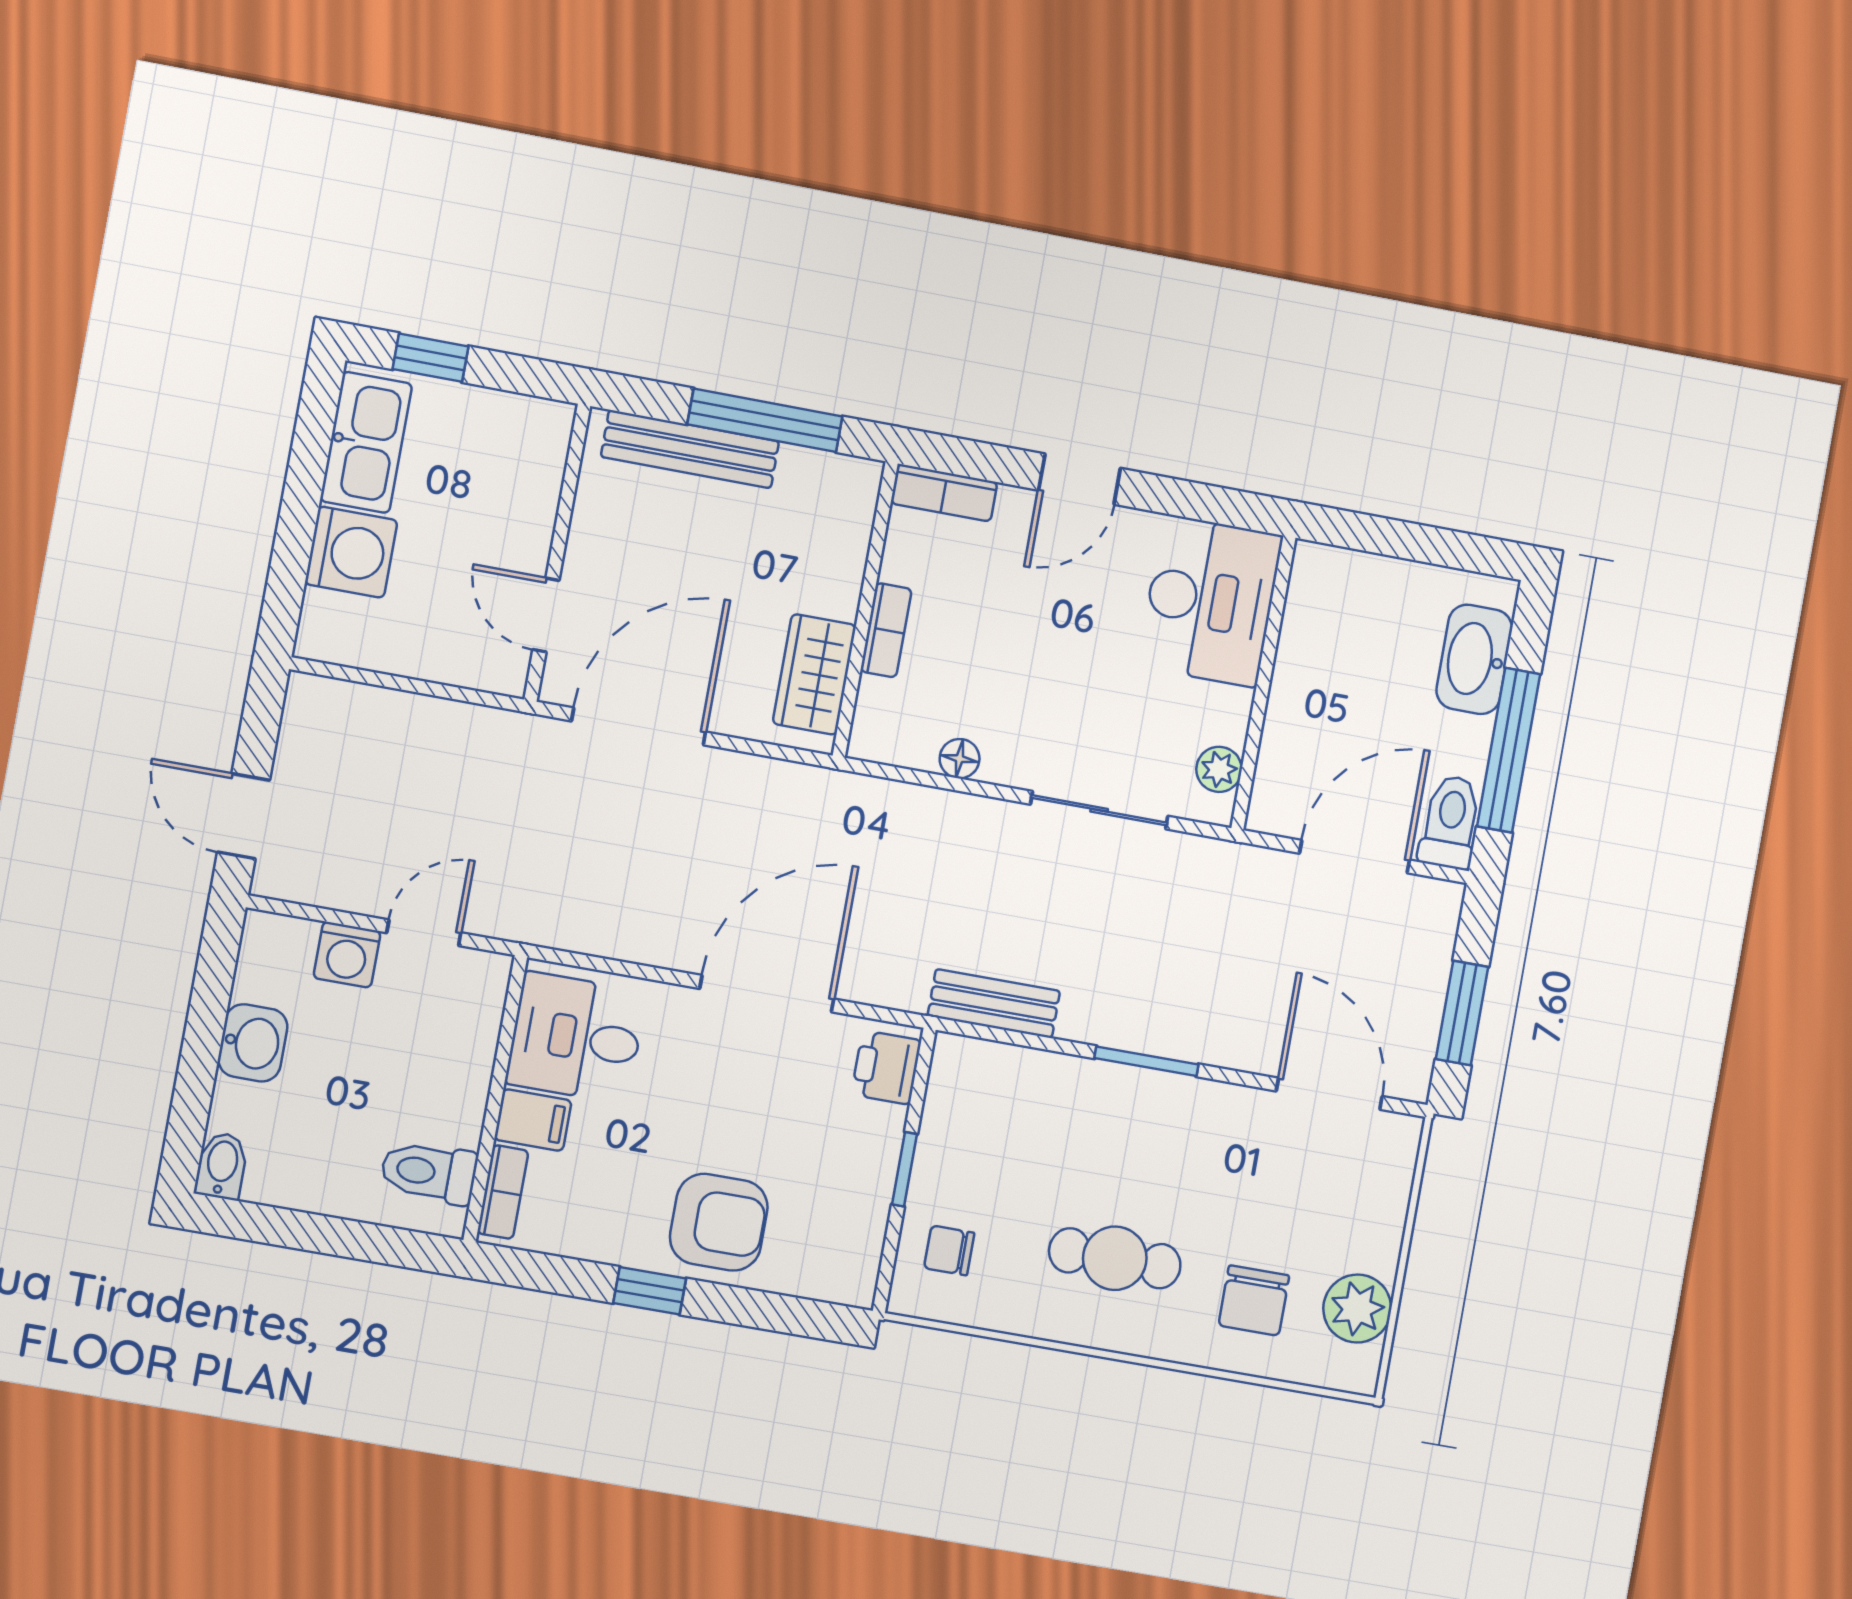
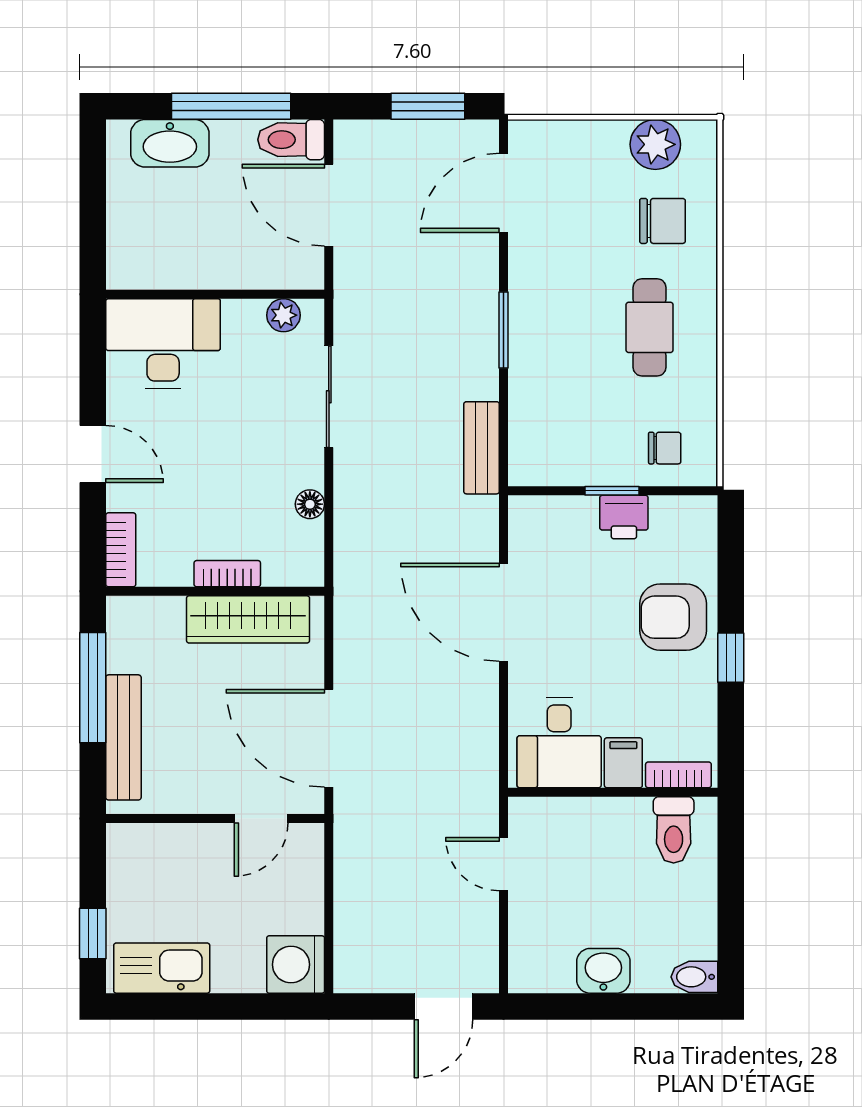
washing machine: (351, 552) -> (296, 965), moved, turned -90
wardrobe: (814, 674) -> (248, 619), width x1.50
washing machine: (347, 955) -> (529, 916), removed
printer: (886, 1067) -> (624, 517), moved
armchair: (719, 1222) -> (673, 617), turned -90
chair: (949, 1250) -> (665, 448), turned -90

